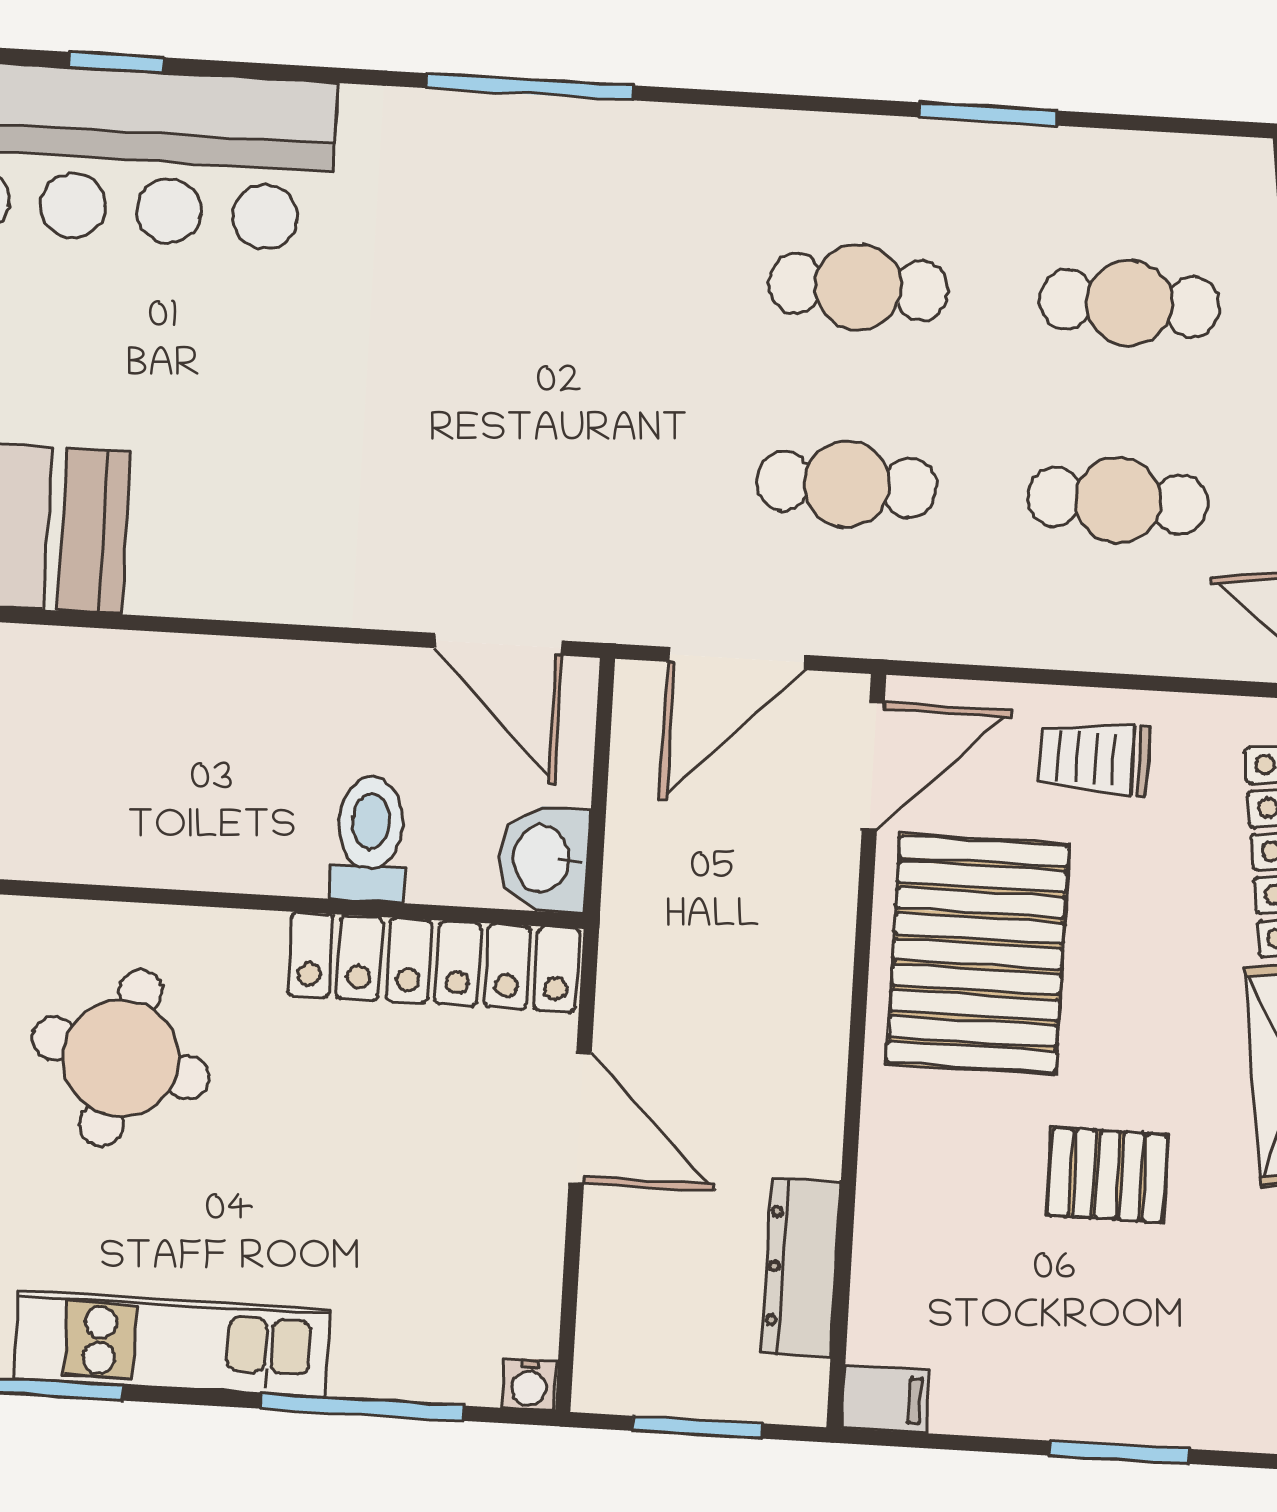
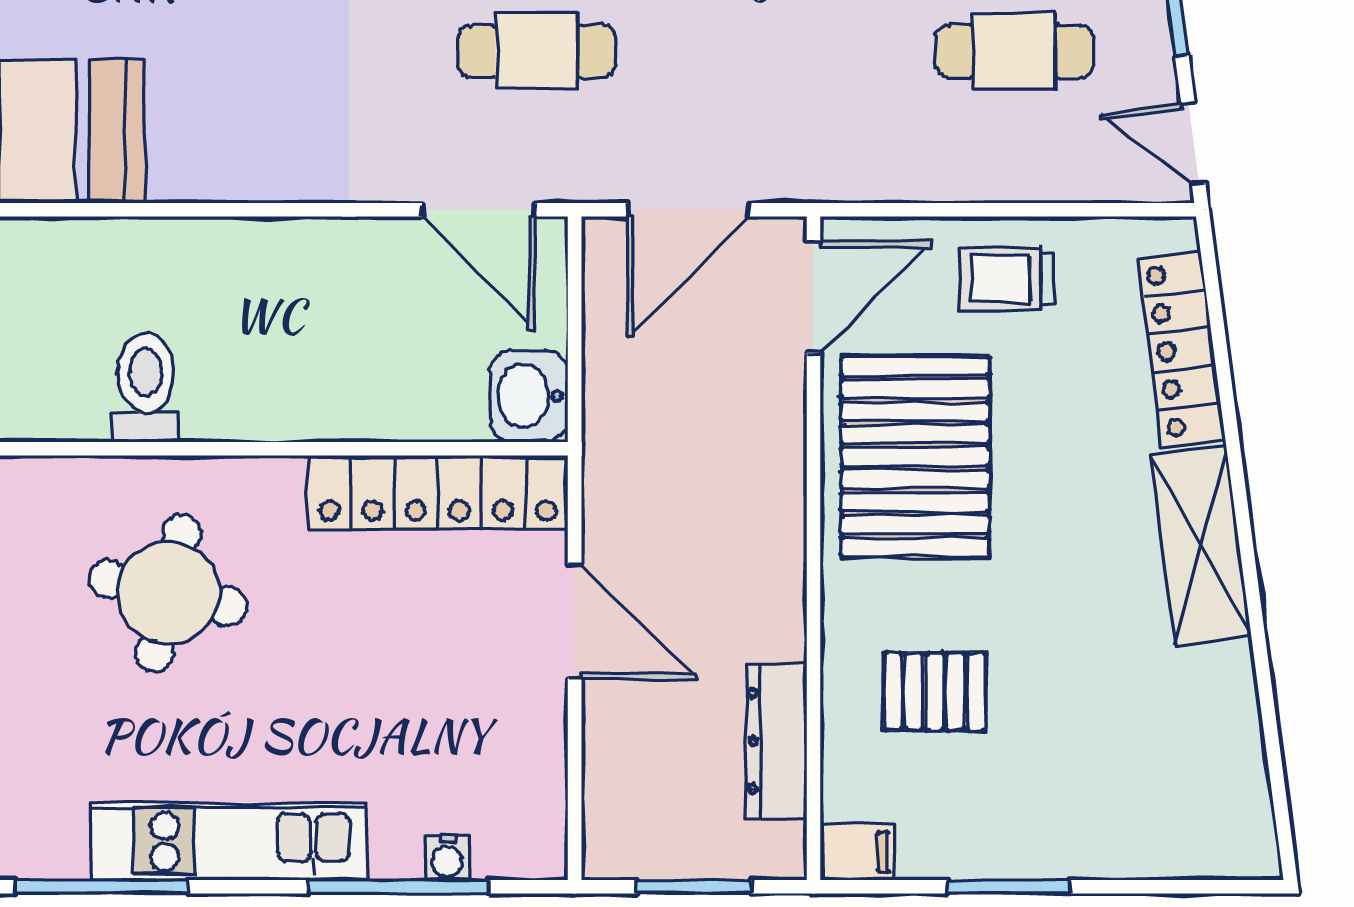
cafe table: (847, 484) -> (537, 51), moved
toilet: (370, 839) -> (146, 387), moved
pallet: (1108, 1175) -> (935, 691), moved
water cooler: (529, 1384) -> (447, 858), moved
window: (1119, 1452) -> (1009, 887), moved

